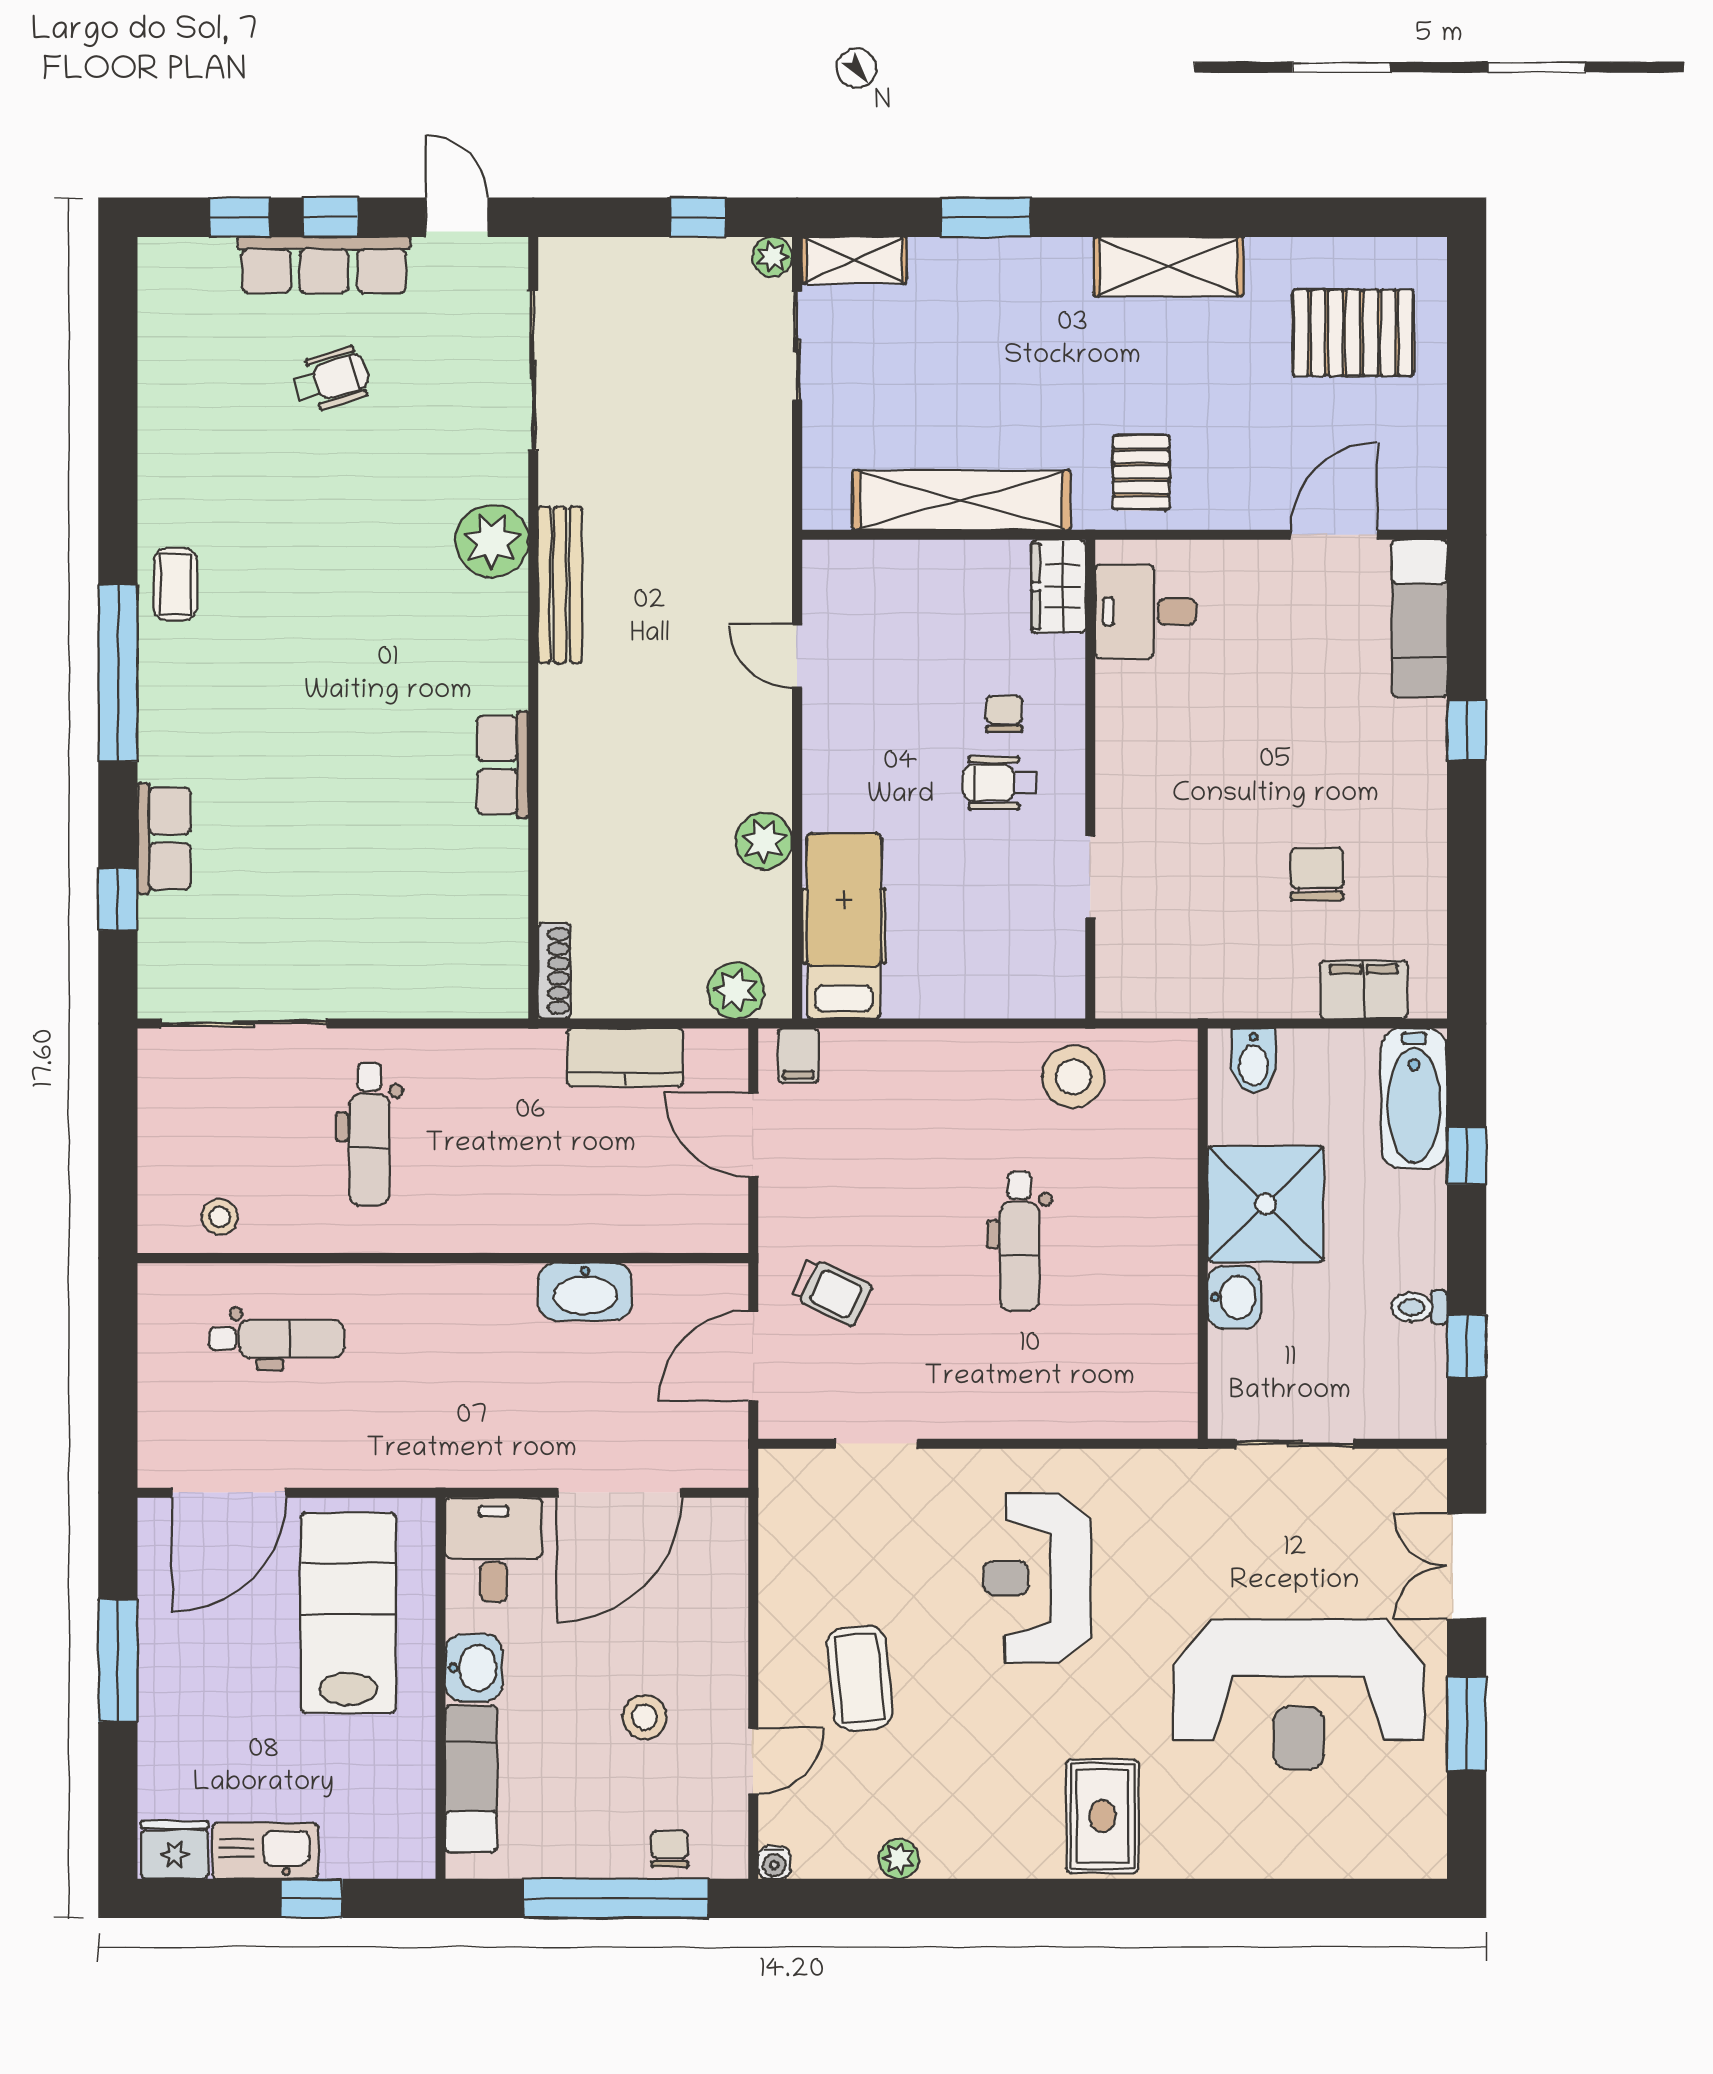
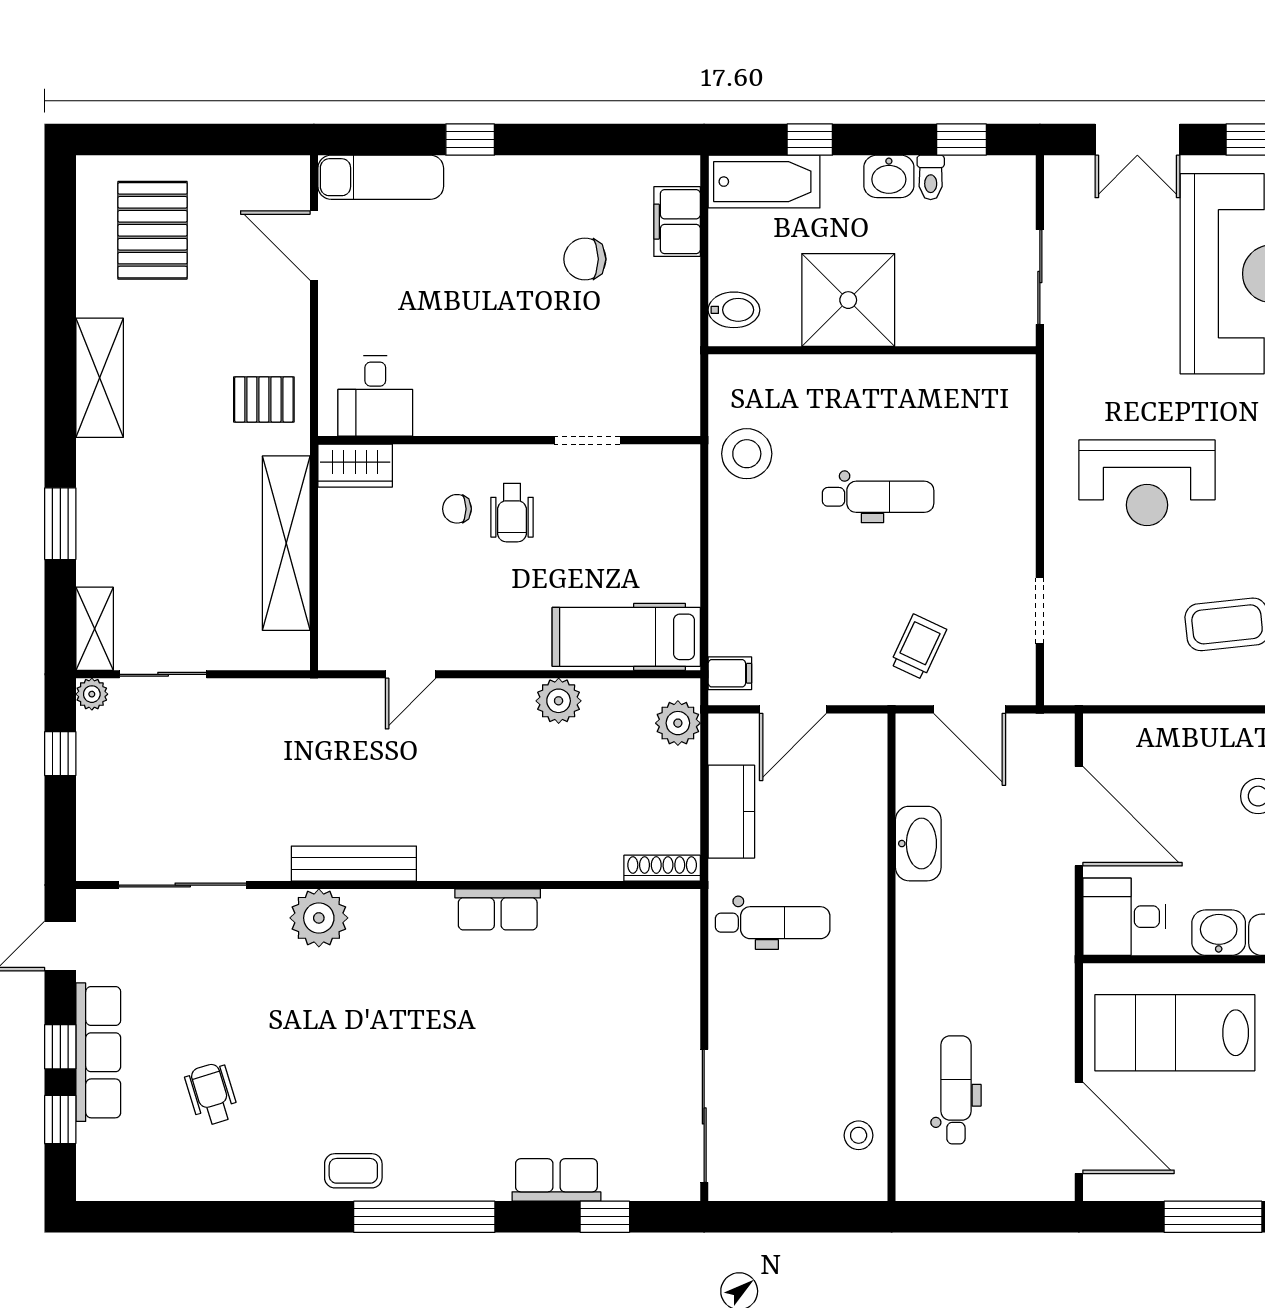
wheelchair: (331, 380) -> (212, 1094), moved
dental chair: (369, 1134) -> (773, 923), moved
washbasin: (1234, 1297) -> (889, 176), moved, turned 180

